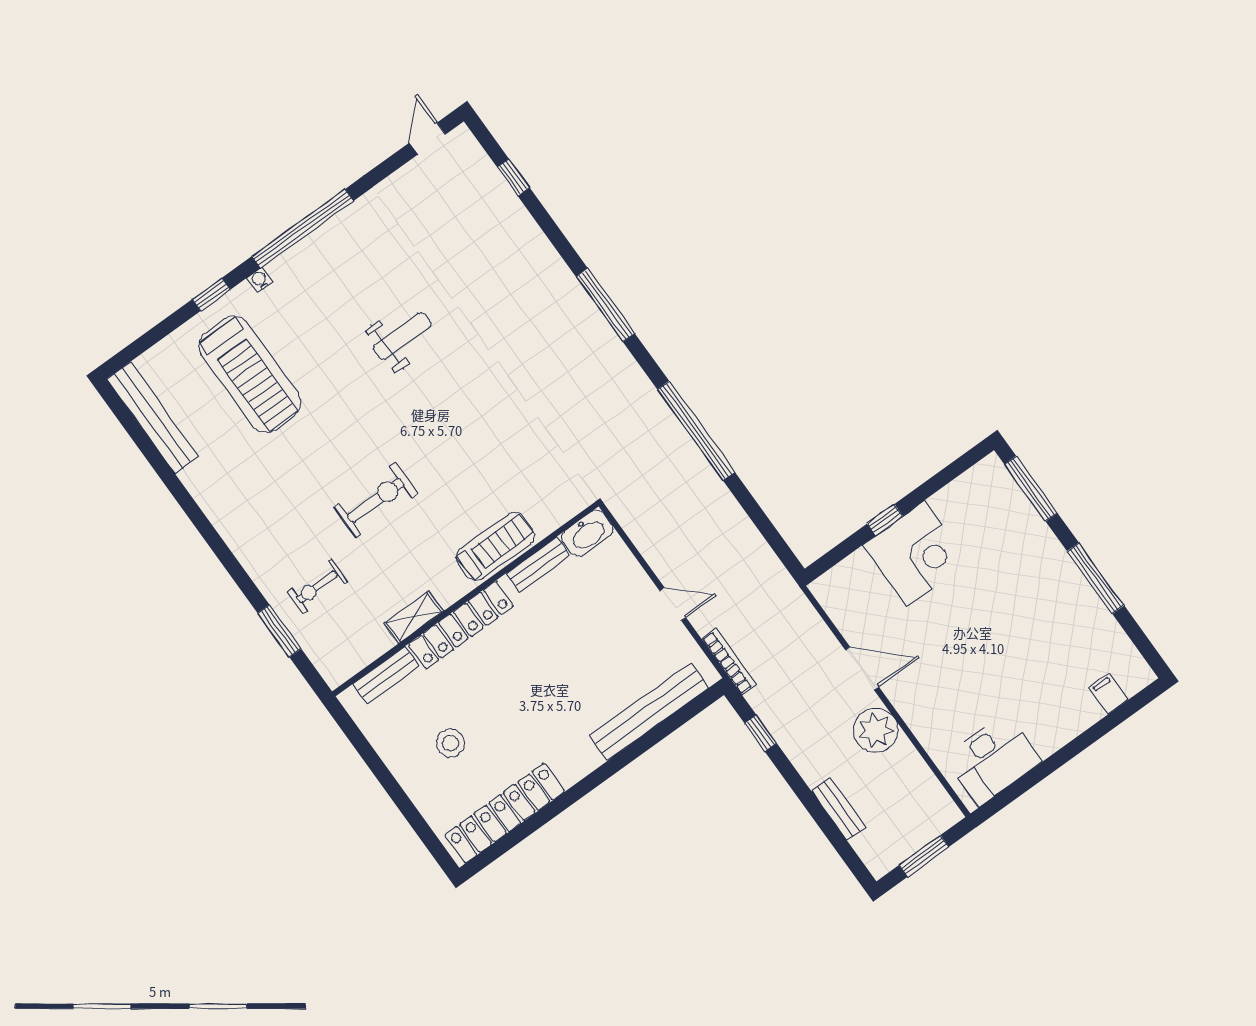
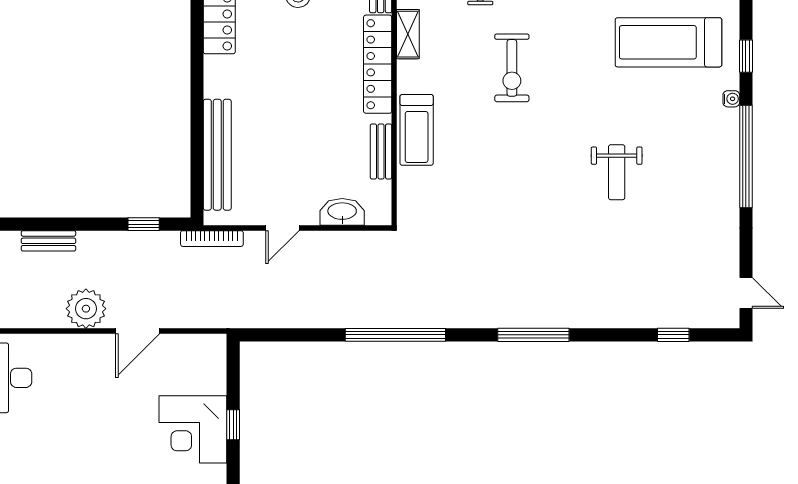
washbasin: (587, 533) -> (342, 212), moved, turned 90

